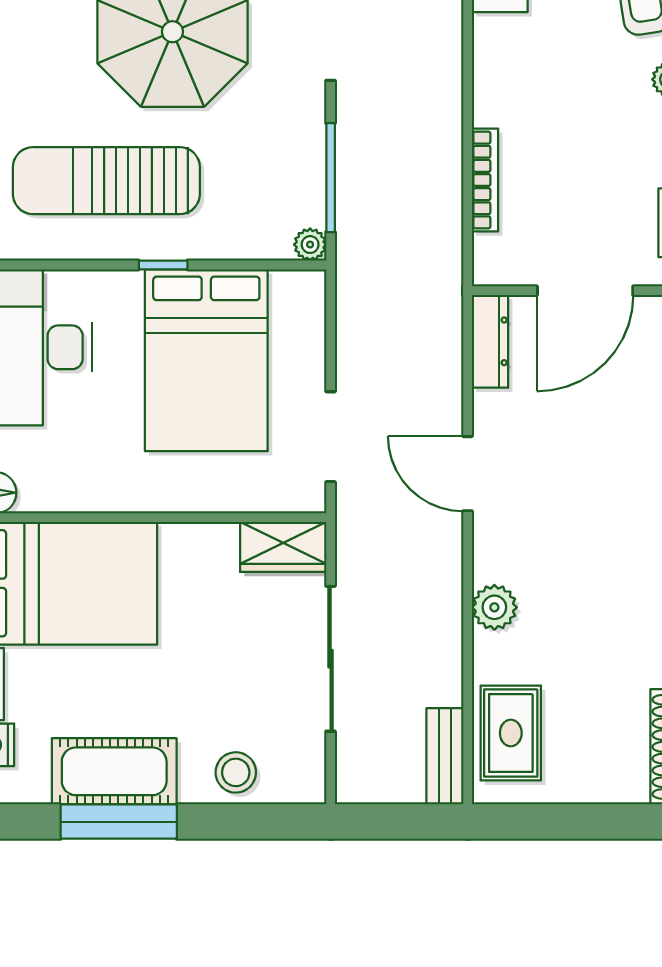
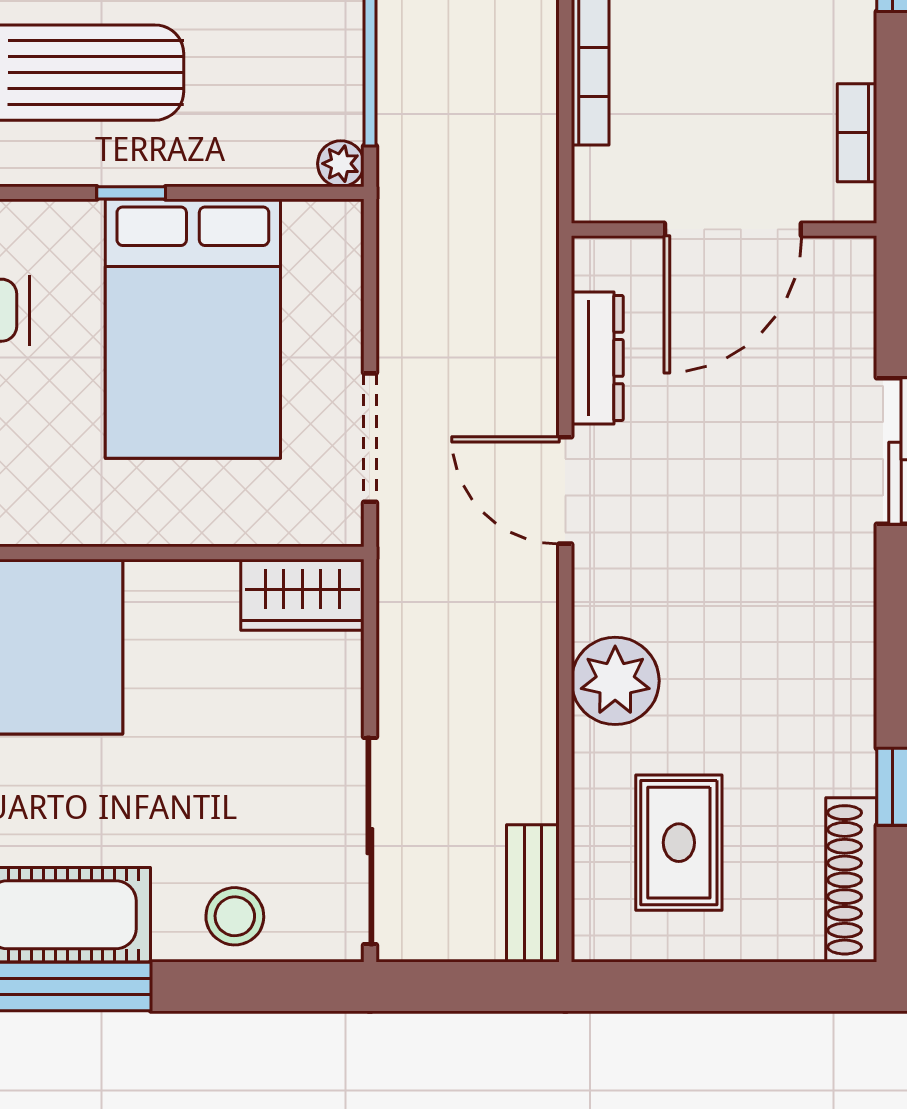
dresser: (490, 341) -> (597, 358), moved
plant: (494, 607) -> (615, 681), width x1.36, depth x1.36
sliding door: (331, 659) -> (370, 841), moved
rug: (511, 733) -> (679, 843), moved

